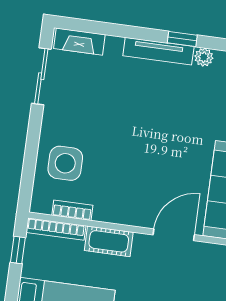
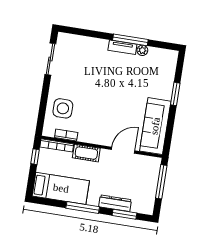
window: (182, 39) -> (130, 40), width x2.17
fireplace: (79, 42) -> (72, 40), removed
tv unit: (158, 51) -> (122, 47), width x0.71

